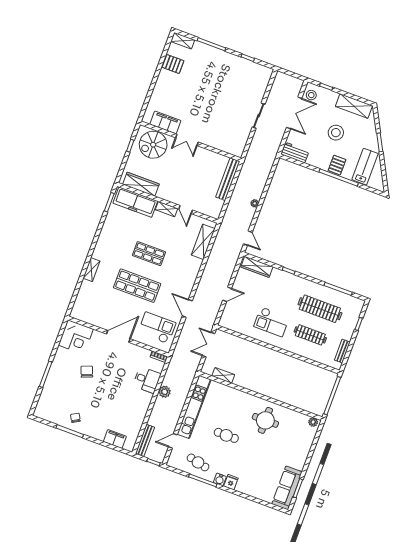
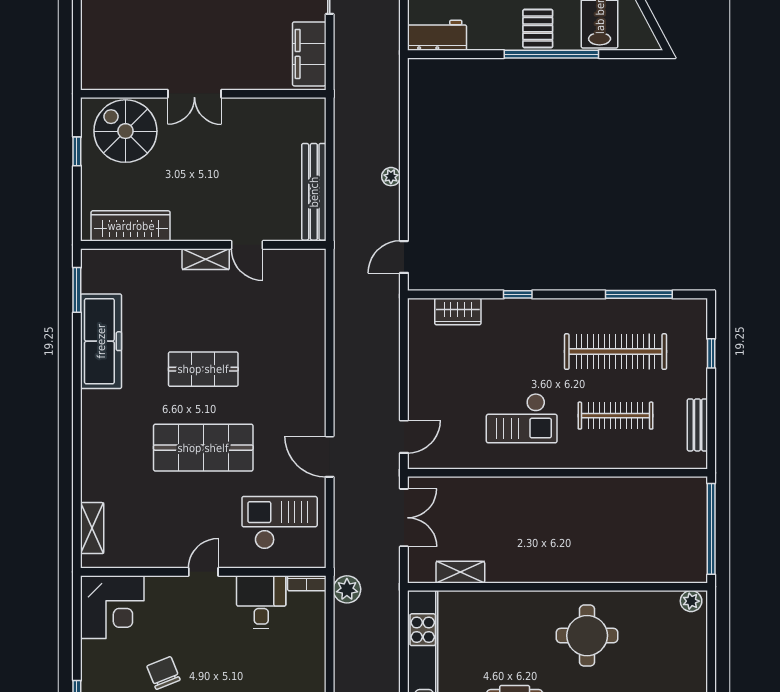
filing cabinet: (165, 122) -> (309, 54), moved, turned -90
spiral stairs: (153, 145) -> (125, 131), turned 90
bench: (228, 179) -> (314, 192), moved
freezer: (135, 202) -> (101, 341), moved, turned -90
door: (248, 238) -> (404, 257), swing flipped
shelving: (203, 242) -> (311, 300), removed
wardrobe: (257, 267) -> (458, 311), width x0.67
shelving: (91, 270) -> (92, 528), moved
door: (227, 294) -> (404, 437), moved
door: (118, 336) -> (203, 572), width x0.53
double door: (208, 345) -> (404, 518), swing flipped
desk: (147, 380) -> (261, 602), moved, turned -90
plant: (165, 392) -> (347, 589), moved

